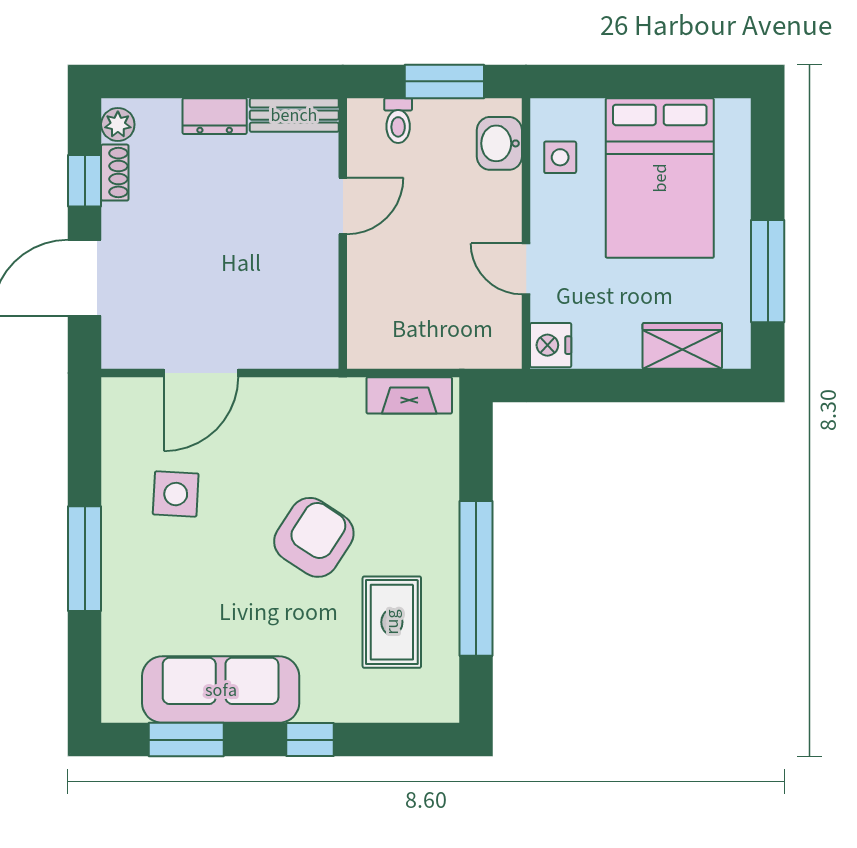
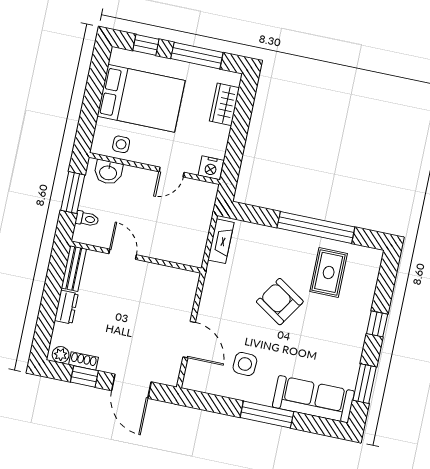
window: (768, 165) -> (146, 45), added
rug: (392, 622) -> (329, 272), turned 90
sofa: (221, 690) -> (313, 399), moved, turned 90

